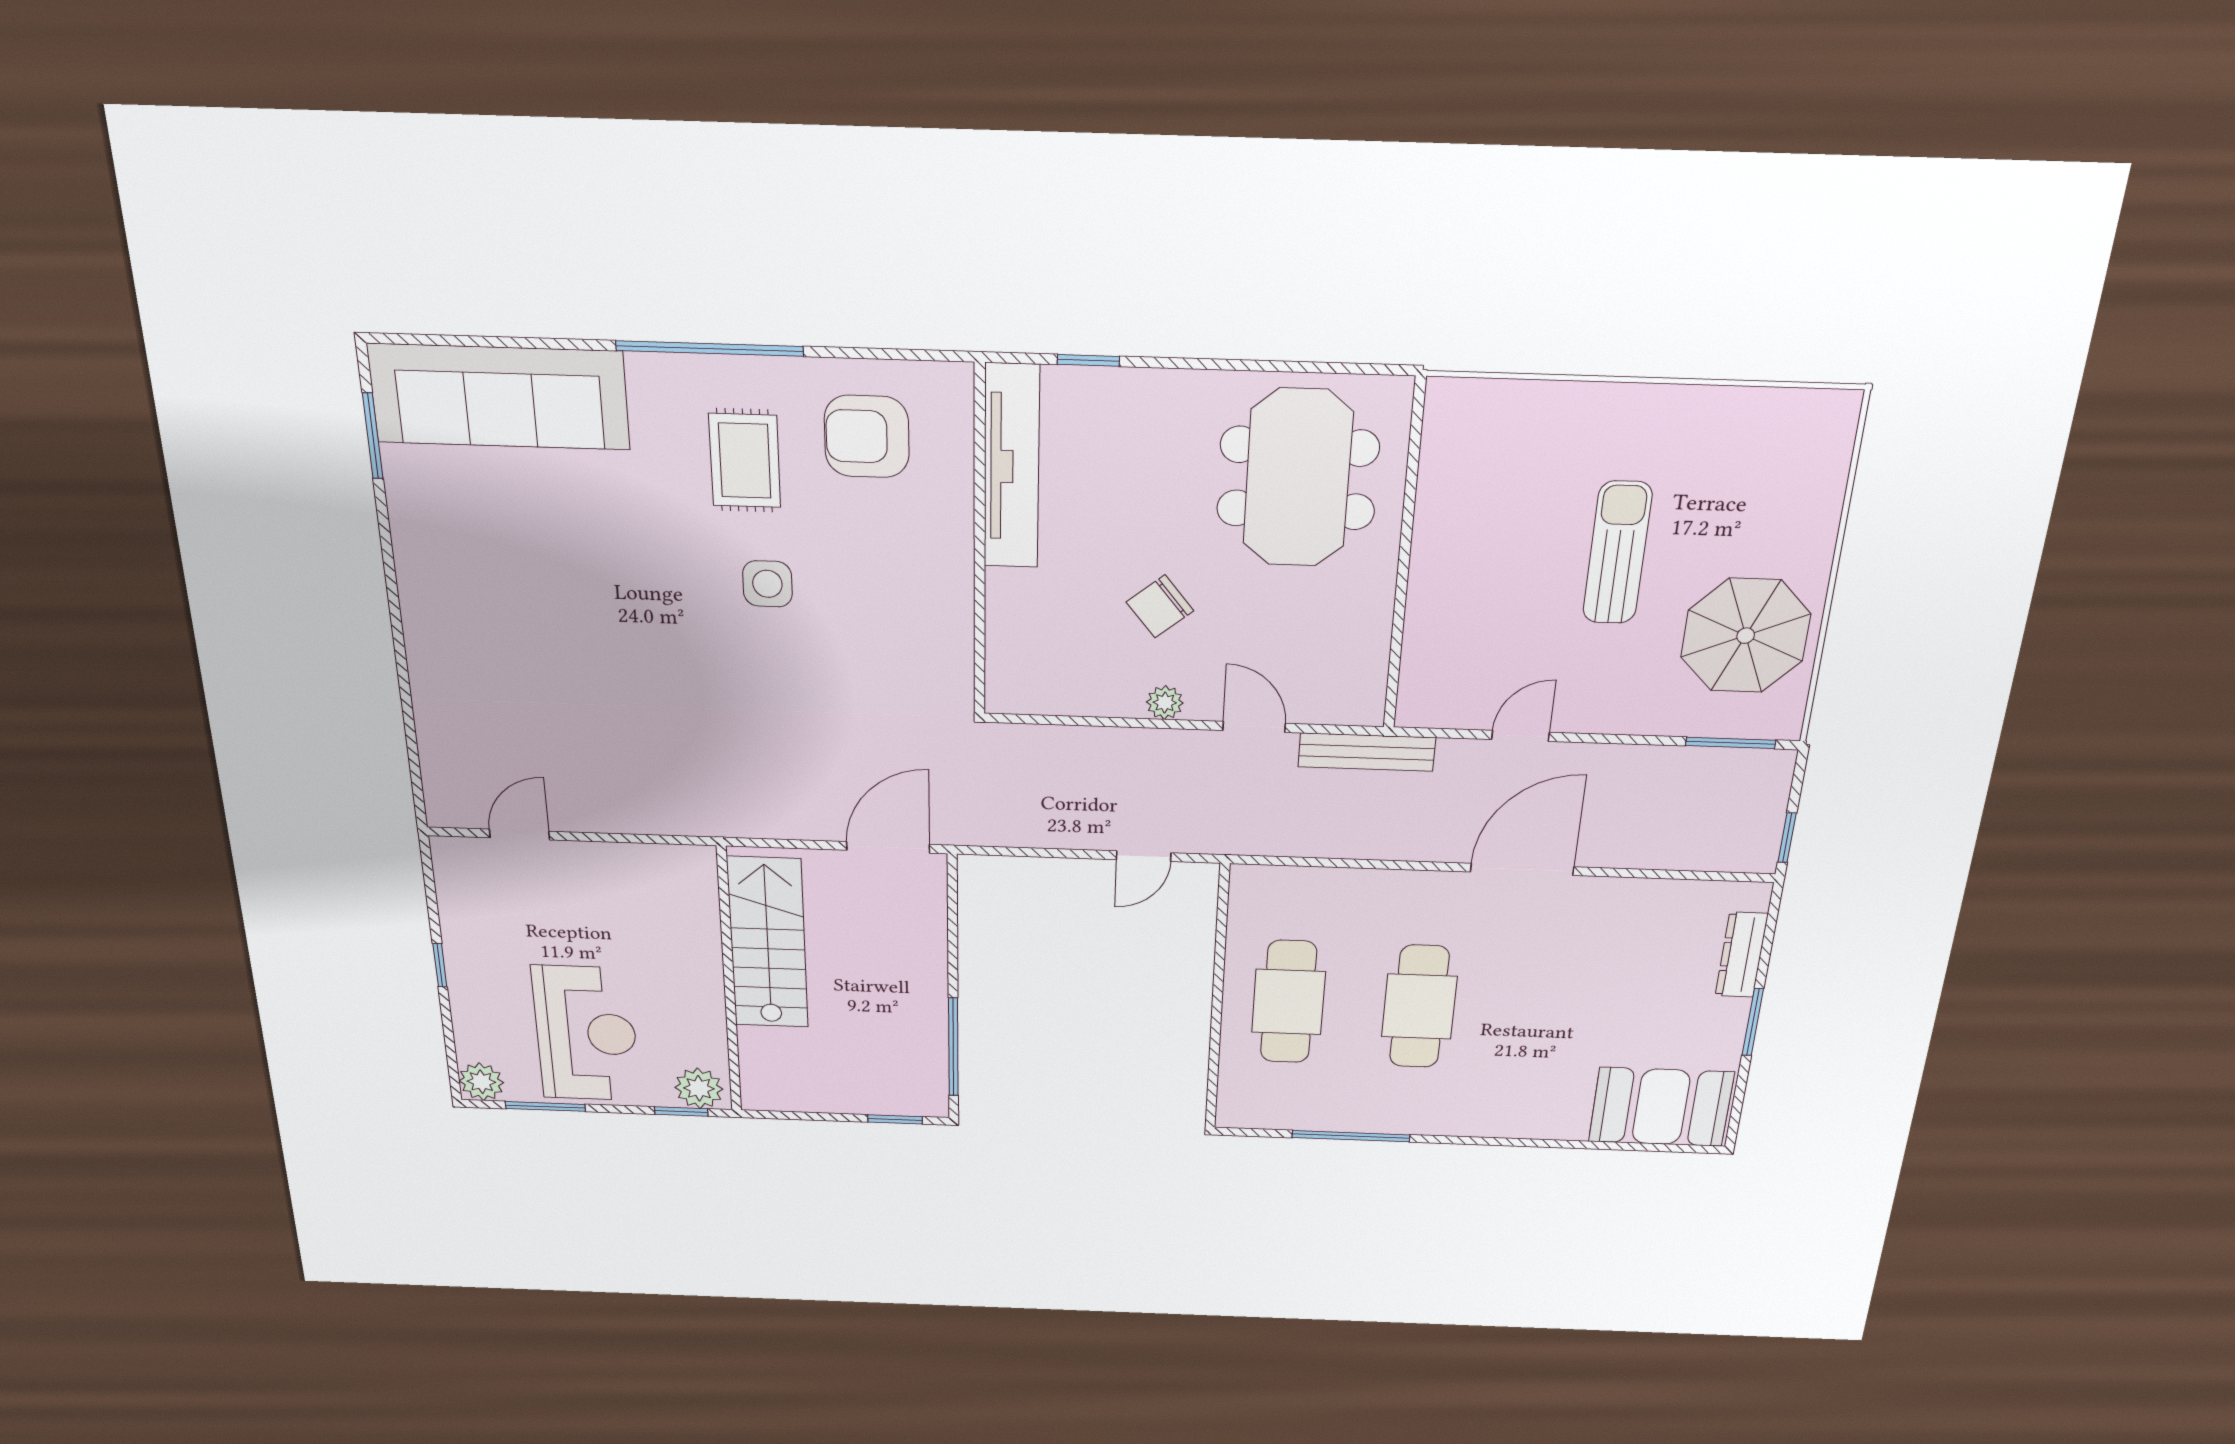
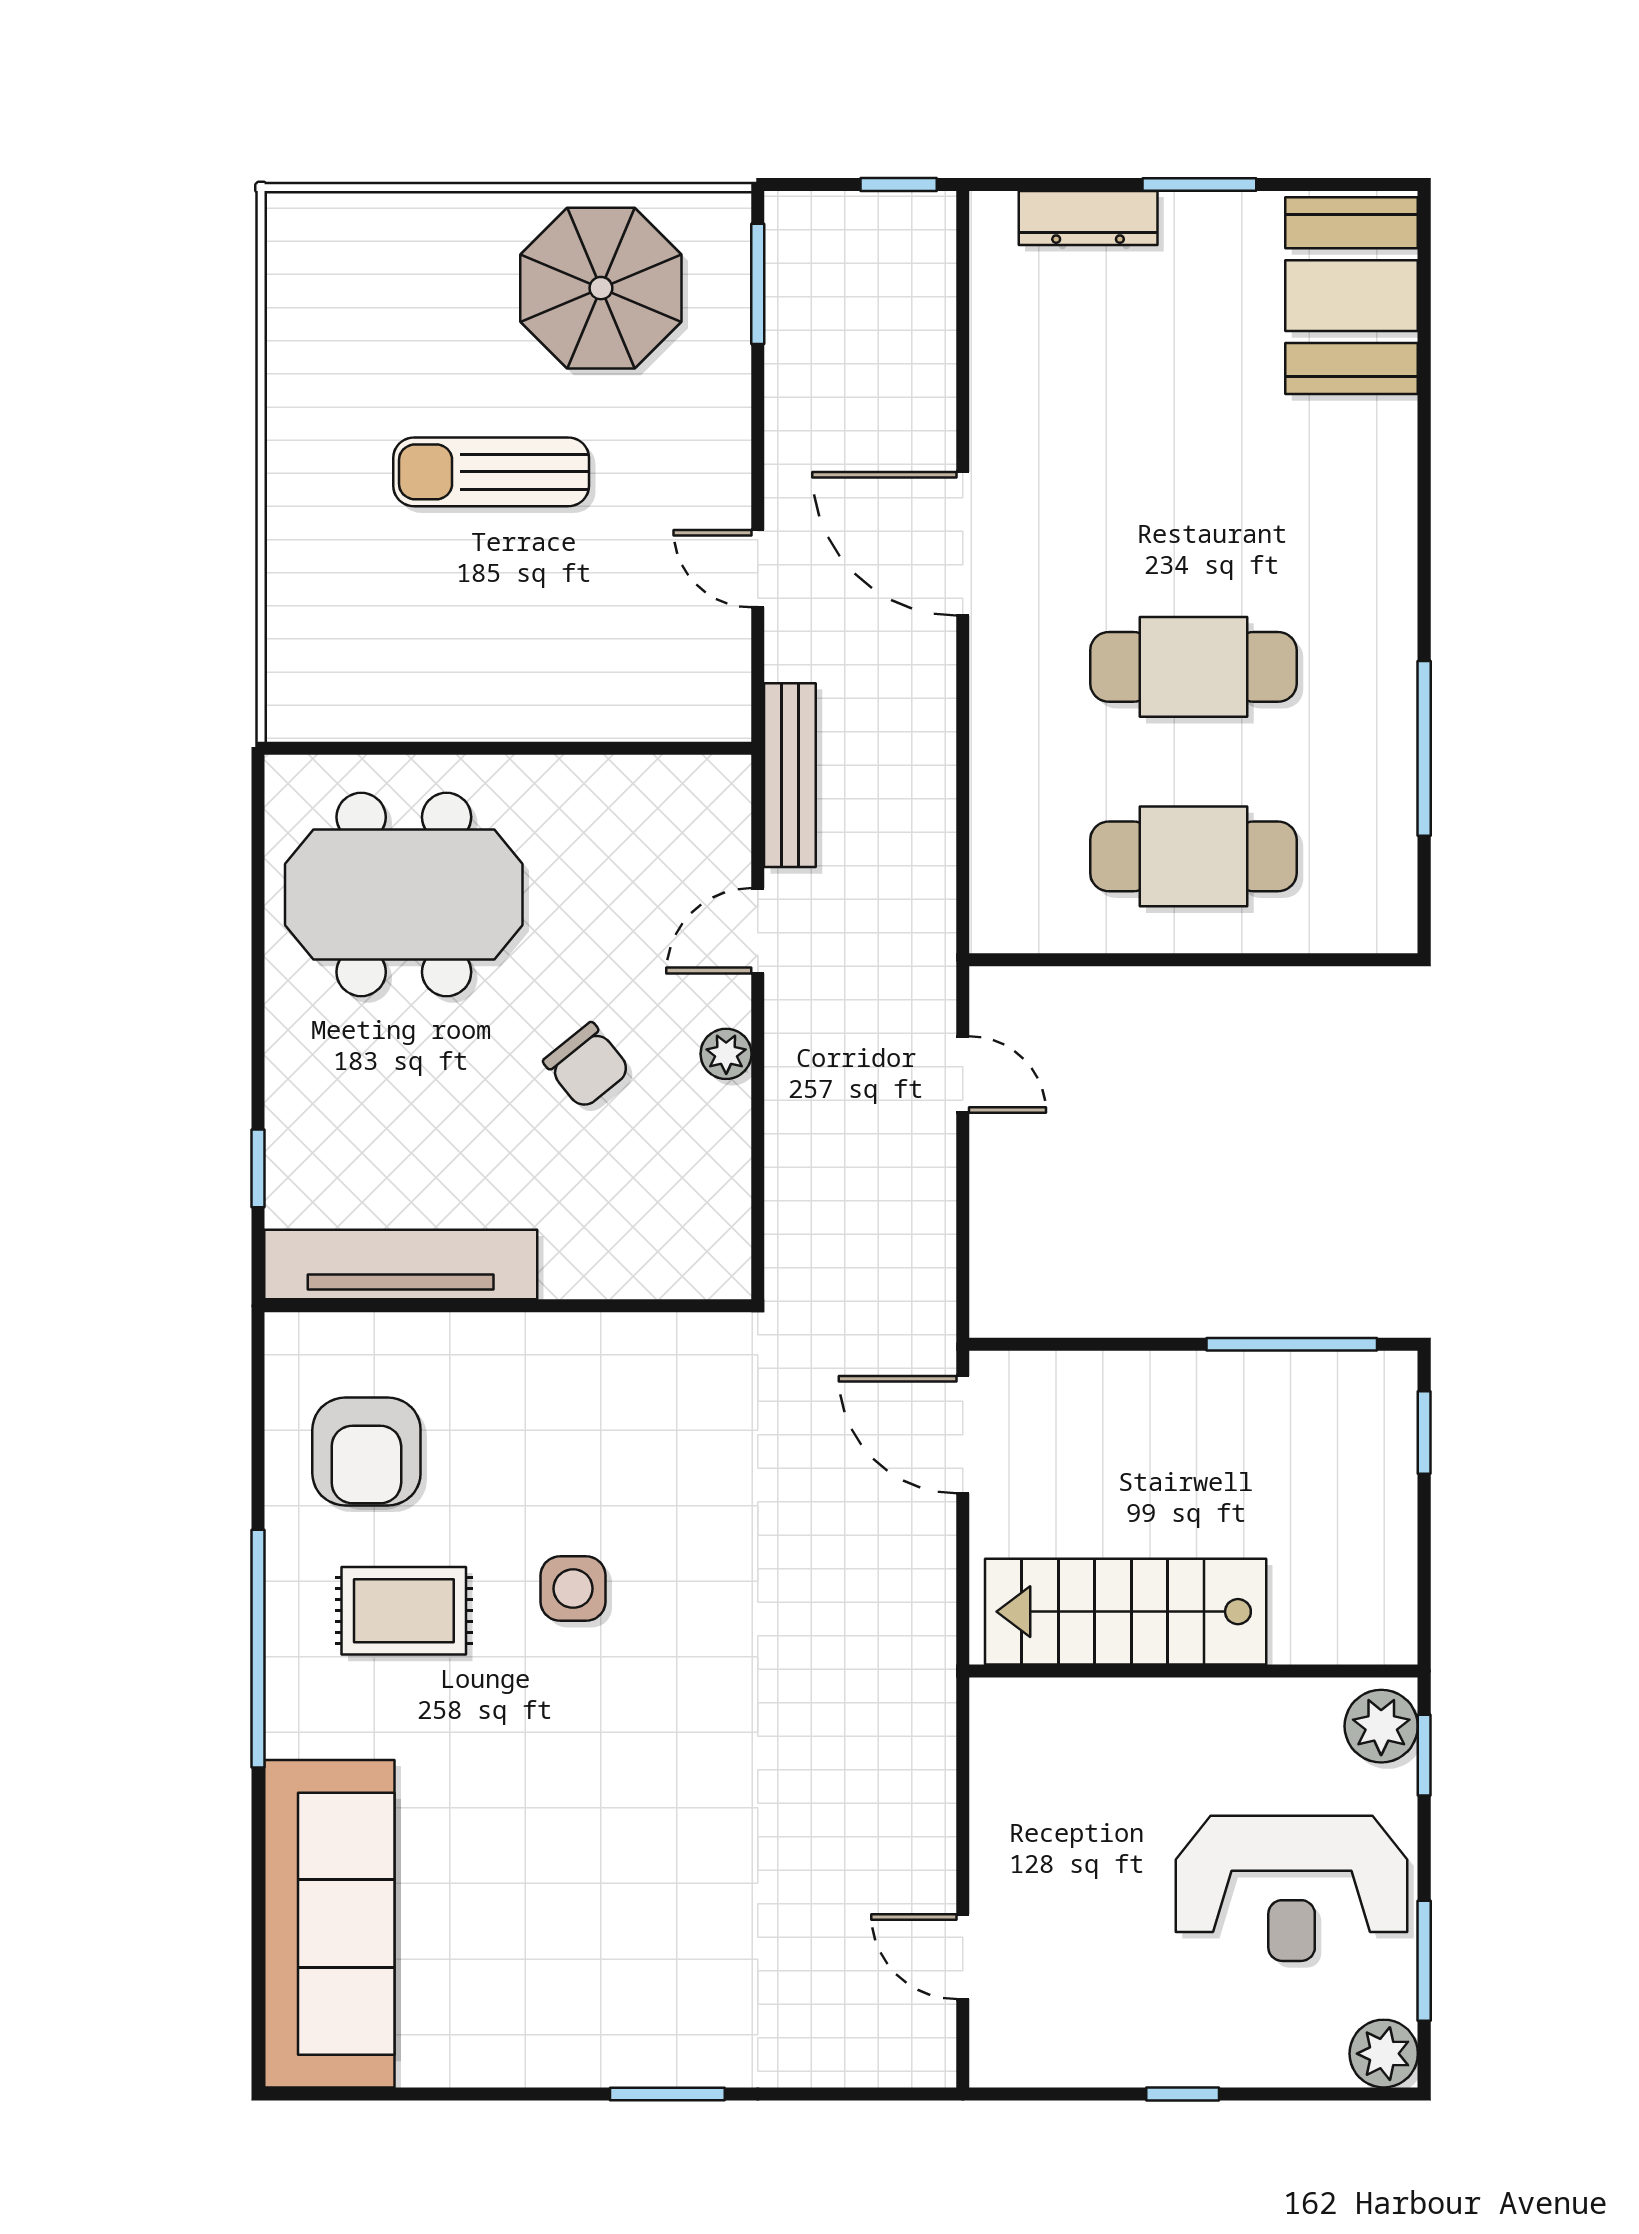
window: (373, 436) -> (667, 2094), moved
reception desk: (586, 1034) -> (1292, 1888), turned 180

